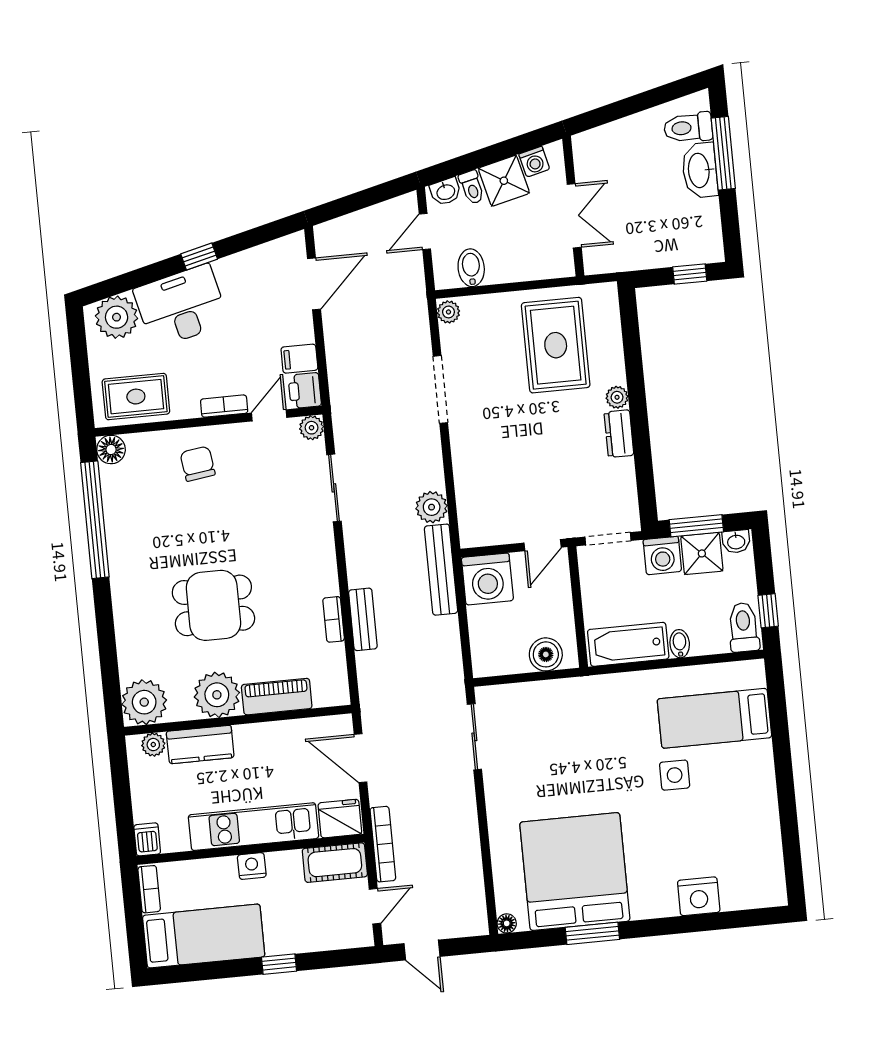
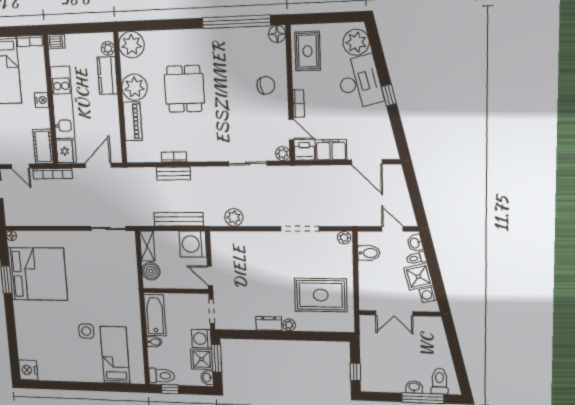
washbasin: (700, 170) -> (414, 387), width x0.52, depth x0.69
filing cabinet: (299, 359) -> (331, 150), width x2.00
bench: (441, 570) -> (179, 219), moved
shelving: (500, 663) -> (147, 246), added
nightstand: (699, 896) -> (28, 370), moved

